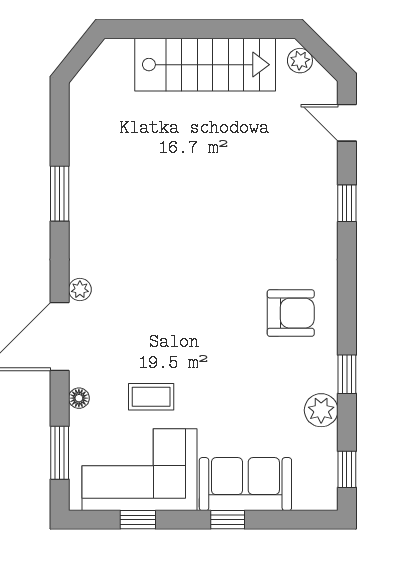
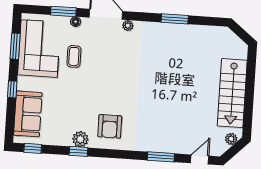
window: (347, 203) -> (161, 157), width x1.50
plant: (321, 410) -> (80, 139), moved
window: (60, 453) -> (63, 11), moved
sofa: (245, 484) -> (28, 114), moved
window: (138, 520) -> (15, 46), width x1.50

